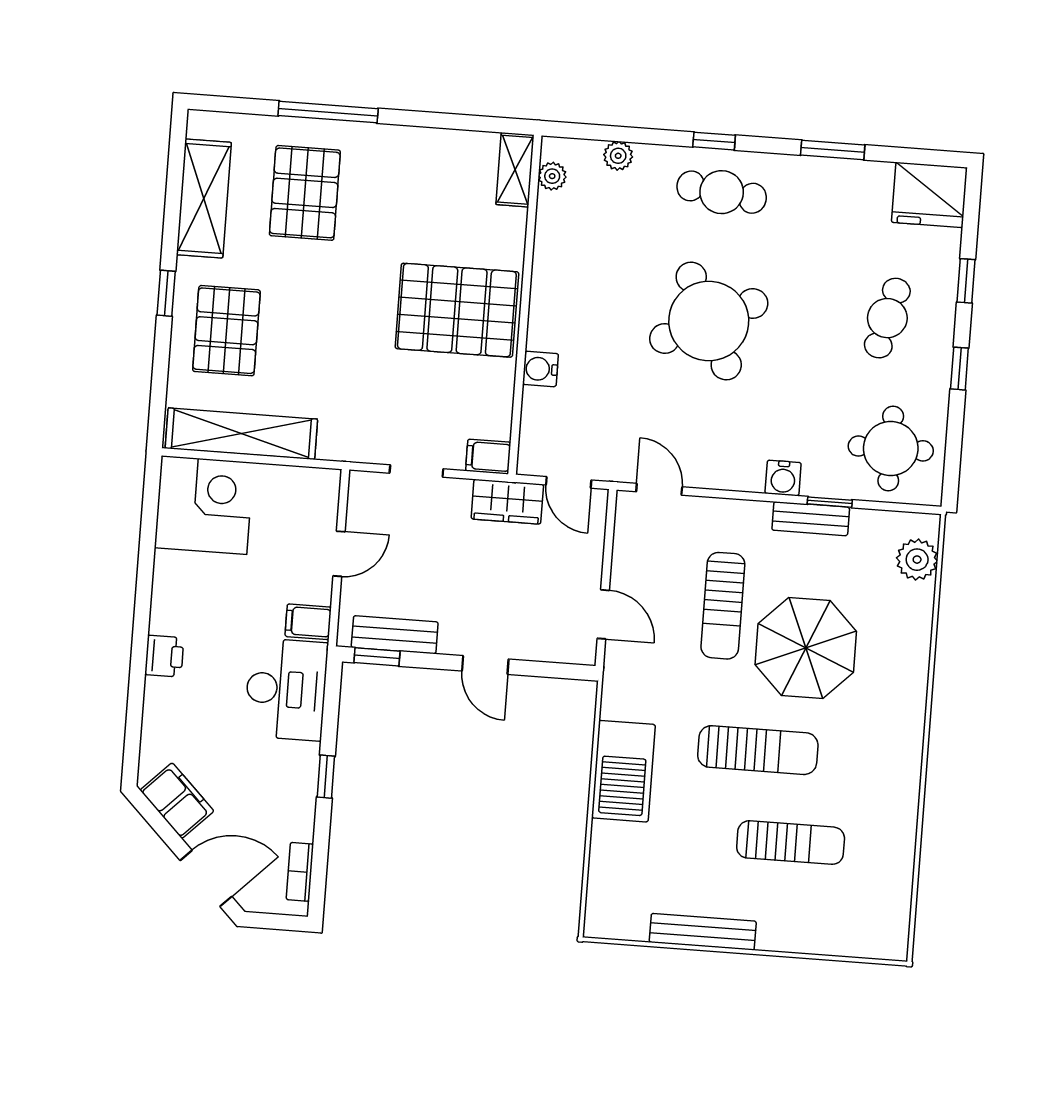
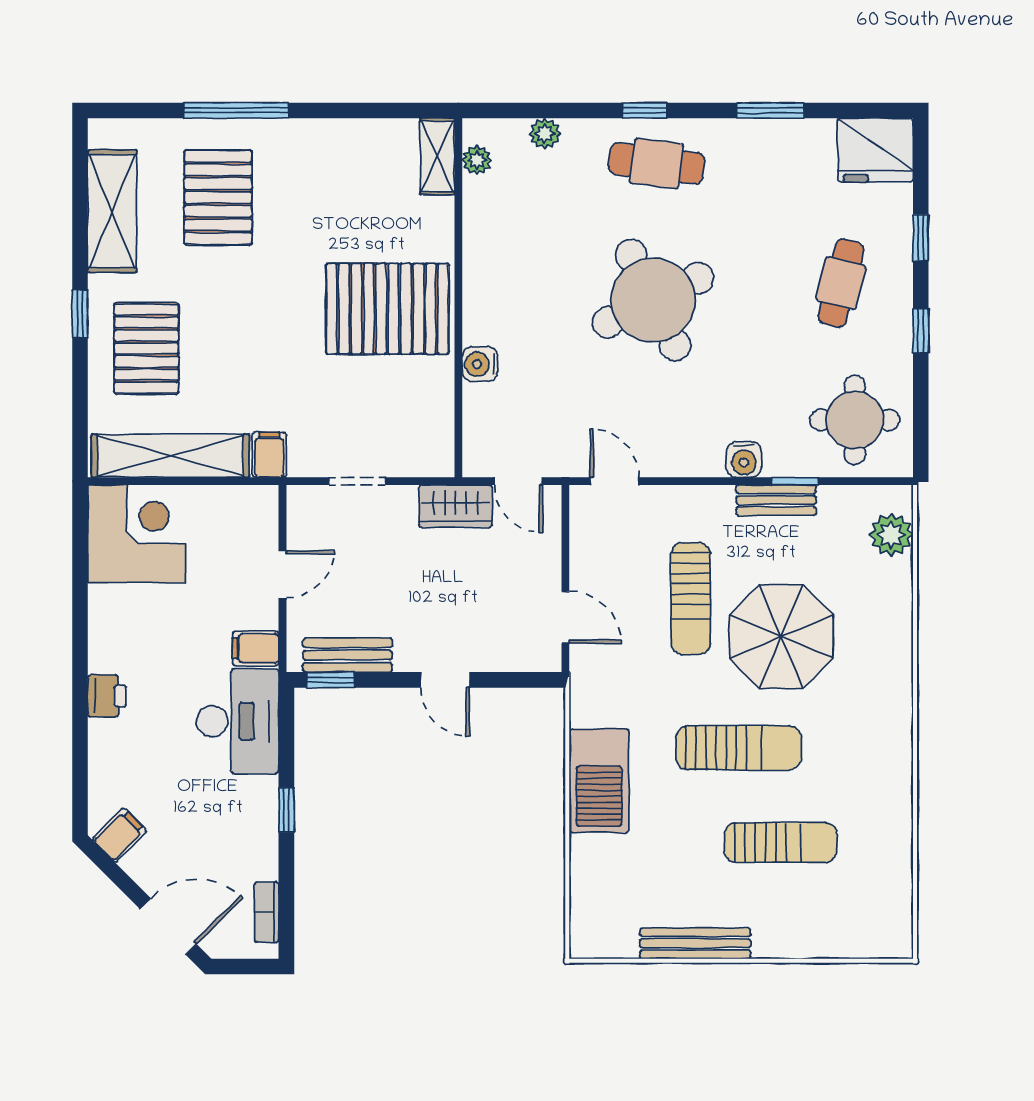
filing cabinet: (488, 457) -> (269, 455), moved, turned 90
filing cabinet: (177, 801) -> (119, 835), width x0.50

